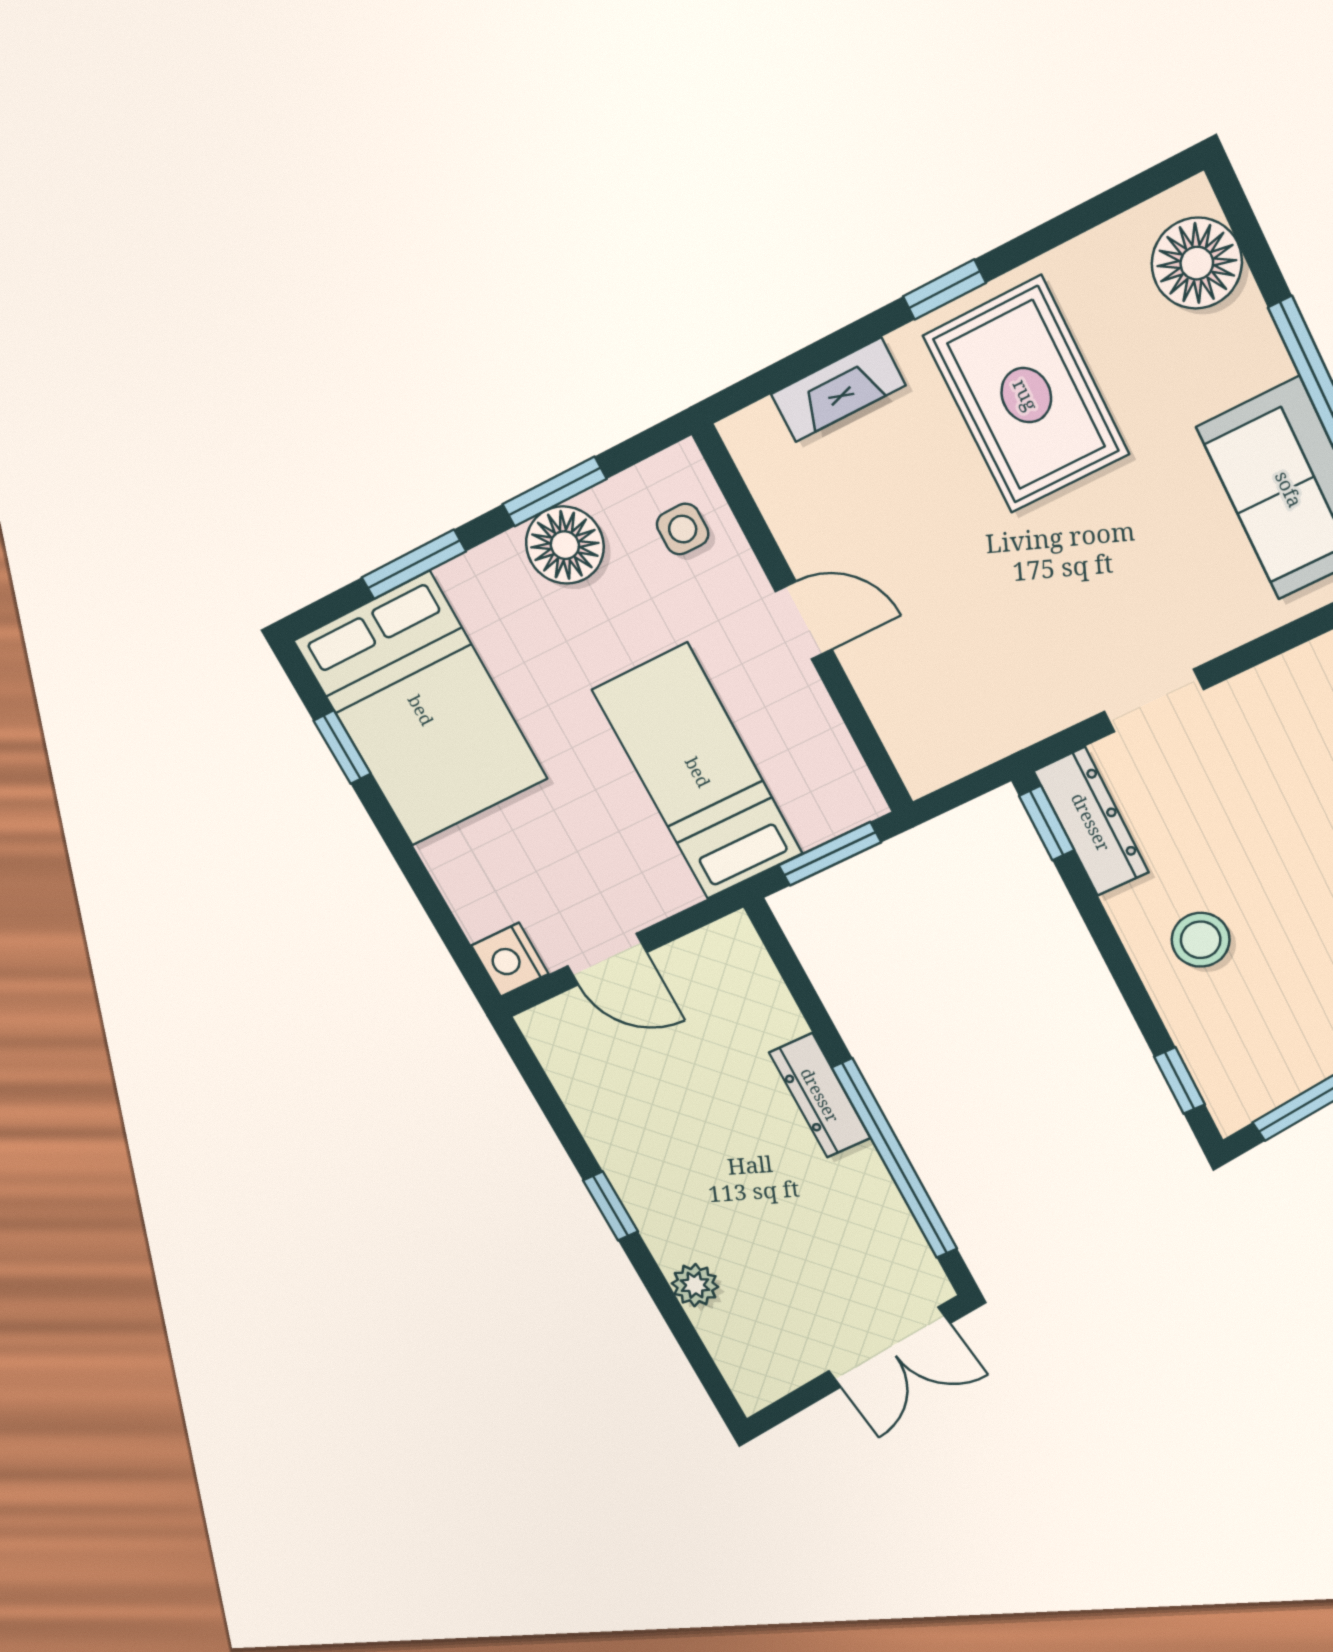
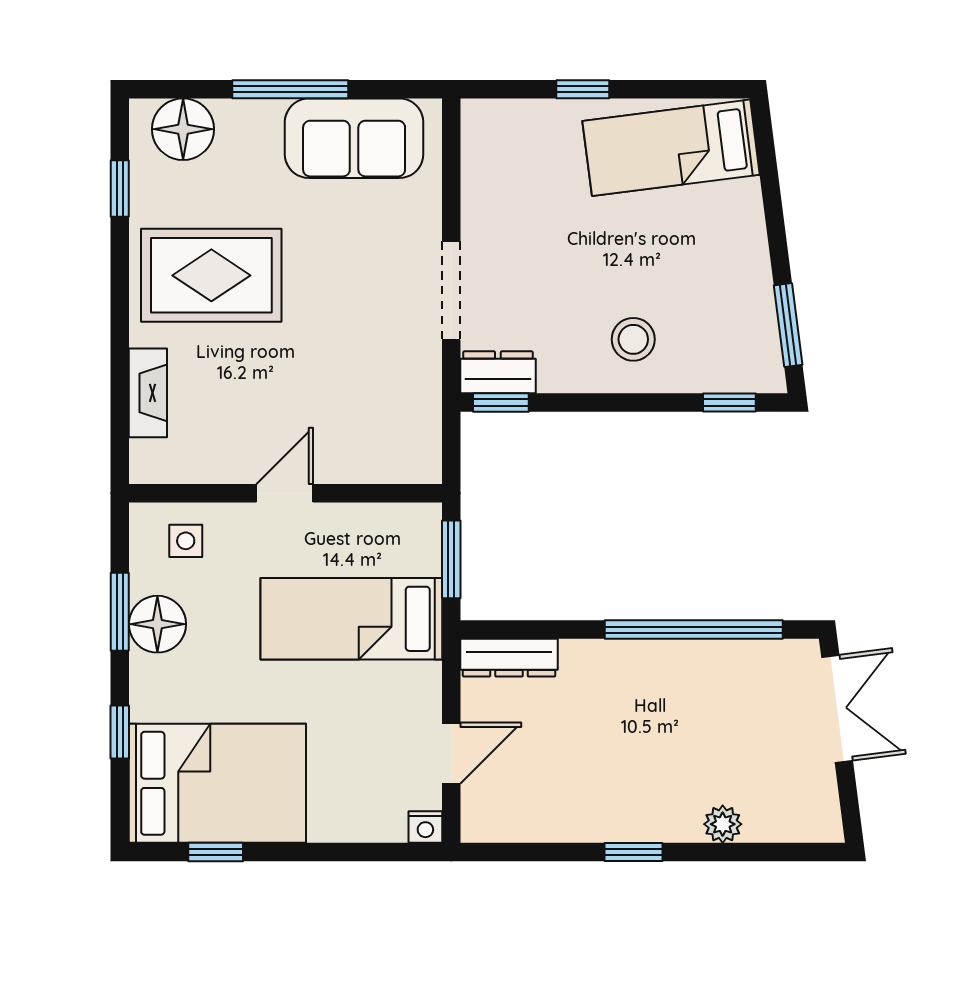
window: (944, 290) -> (120, 189), moved
window: (414, 564) -> (120, 732), width x0.67
doorway: (1154, 701) -> (451, 291), width x1.38
dresser: (1091, 822) -> (498, 372), width x0.70
nightstand: (510, 960) -> (425, 827), width x0.72, depth x0.74
dresser: (820, 1095) -> (509, 658), moved

